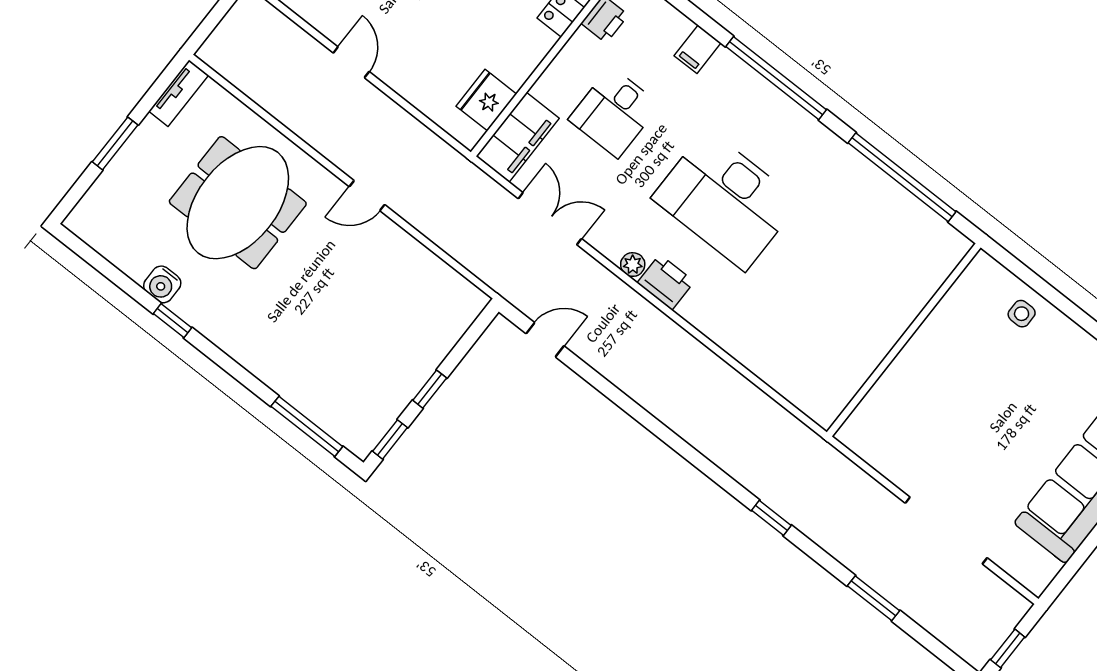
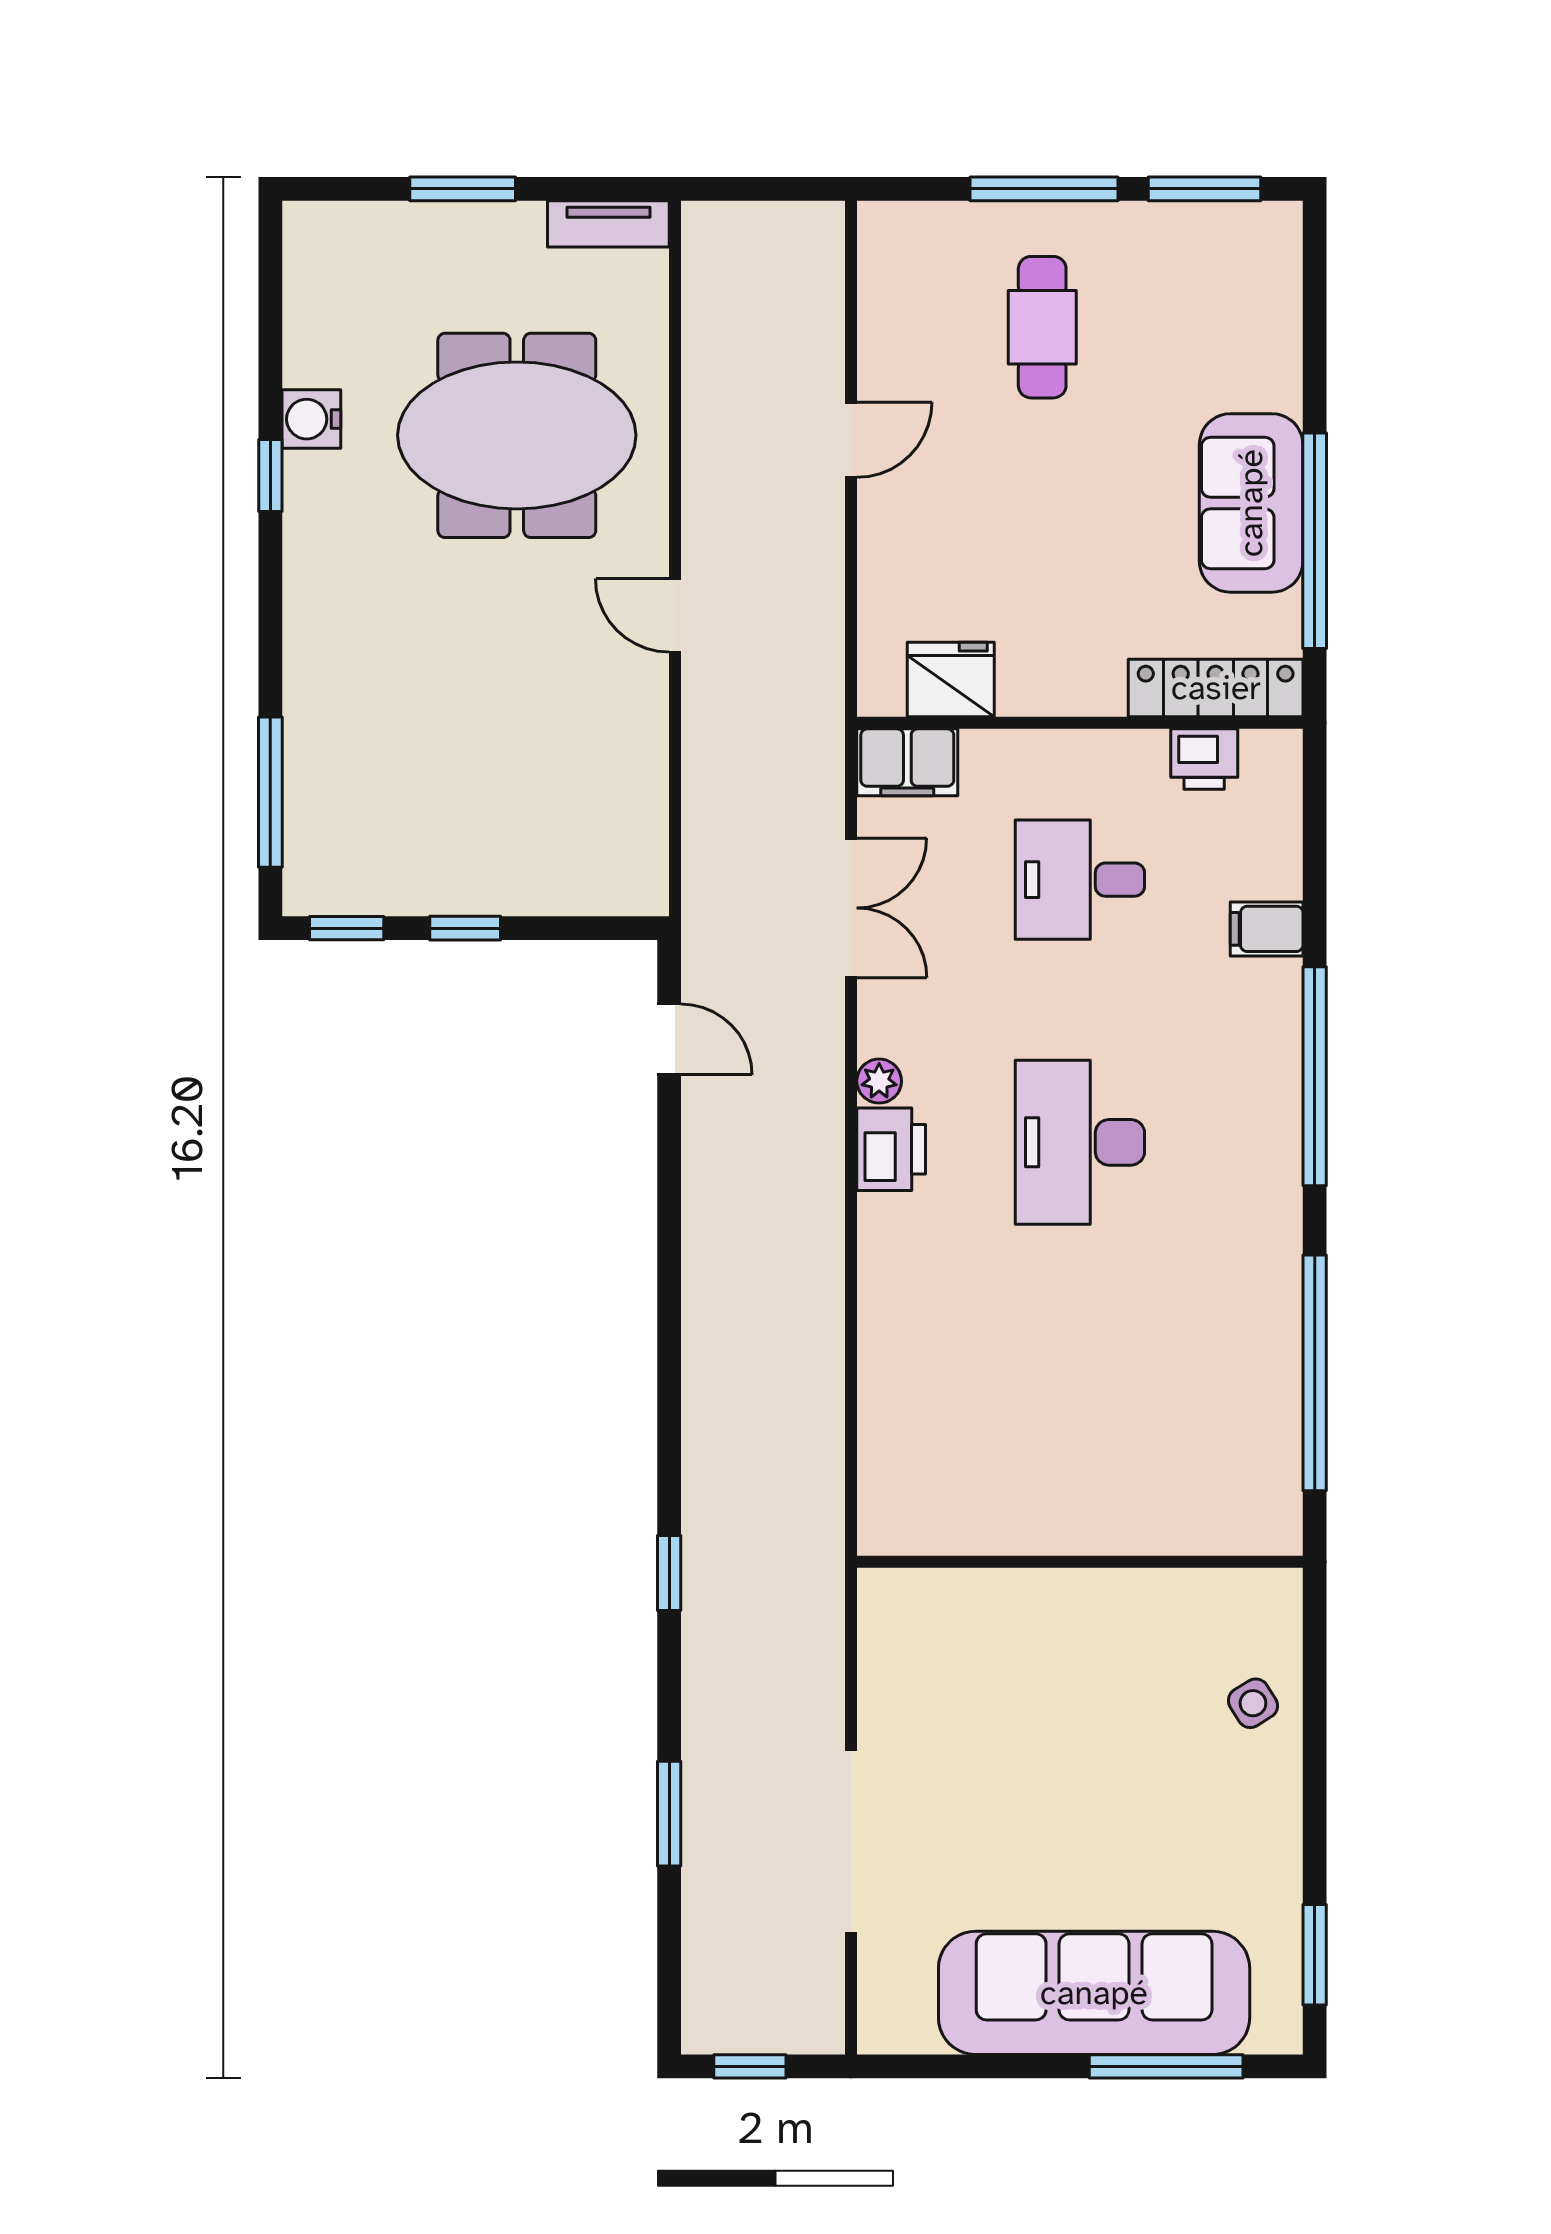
filing cabinet: (518, 137) -> (907, 762), width x0.67, depth x0.86
desk: (726, 200) -> (1080, 1142), width x0.73, depth x0.77
side table: (1022, 314) -> (1253, 1703), turned -32

